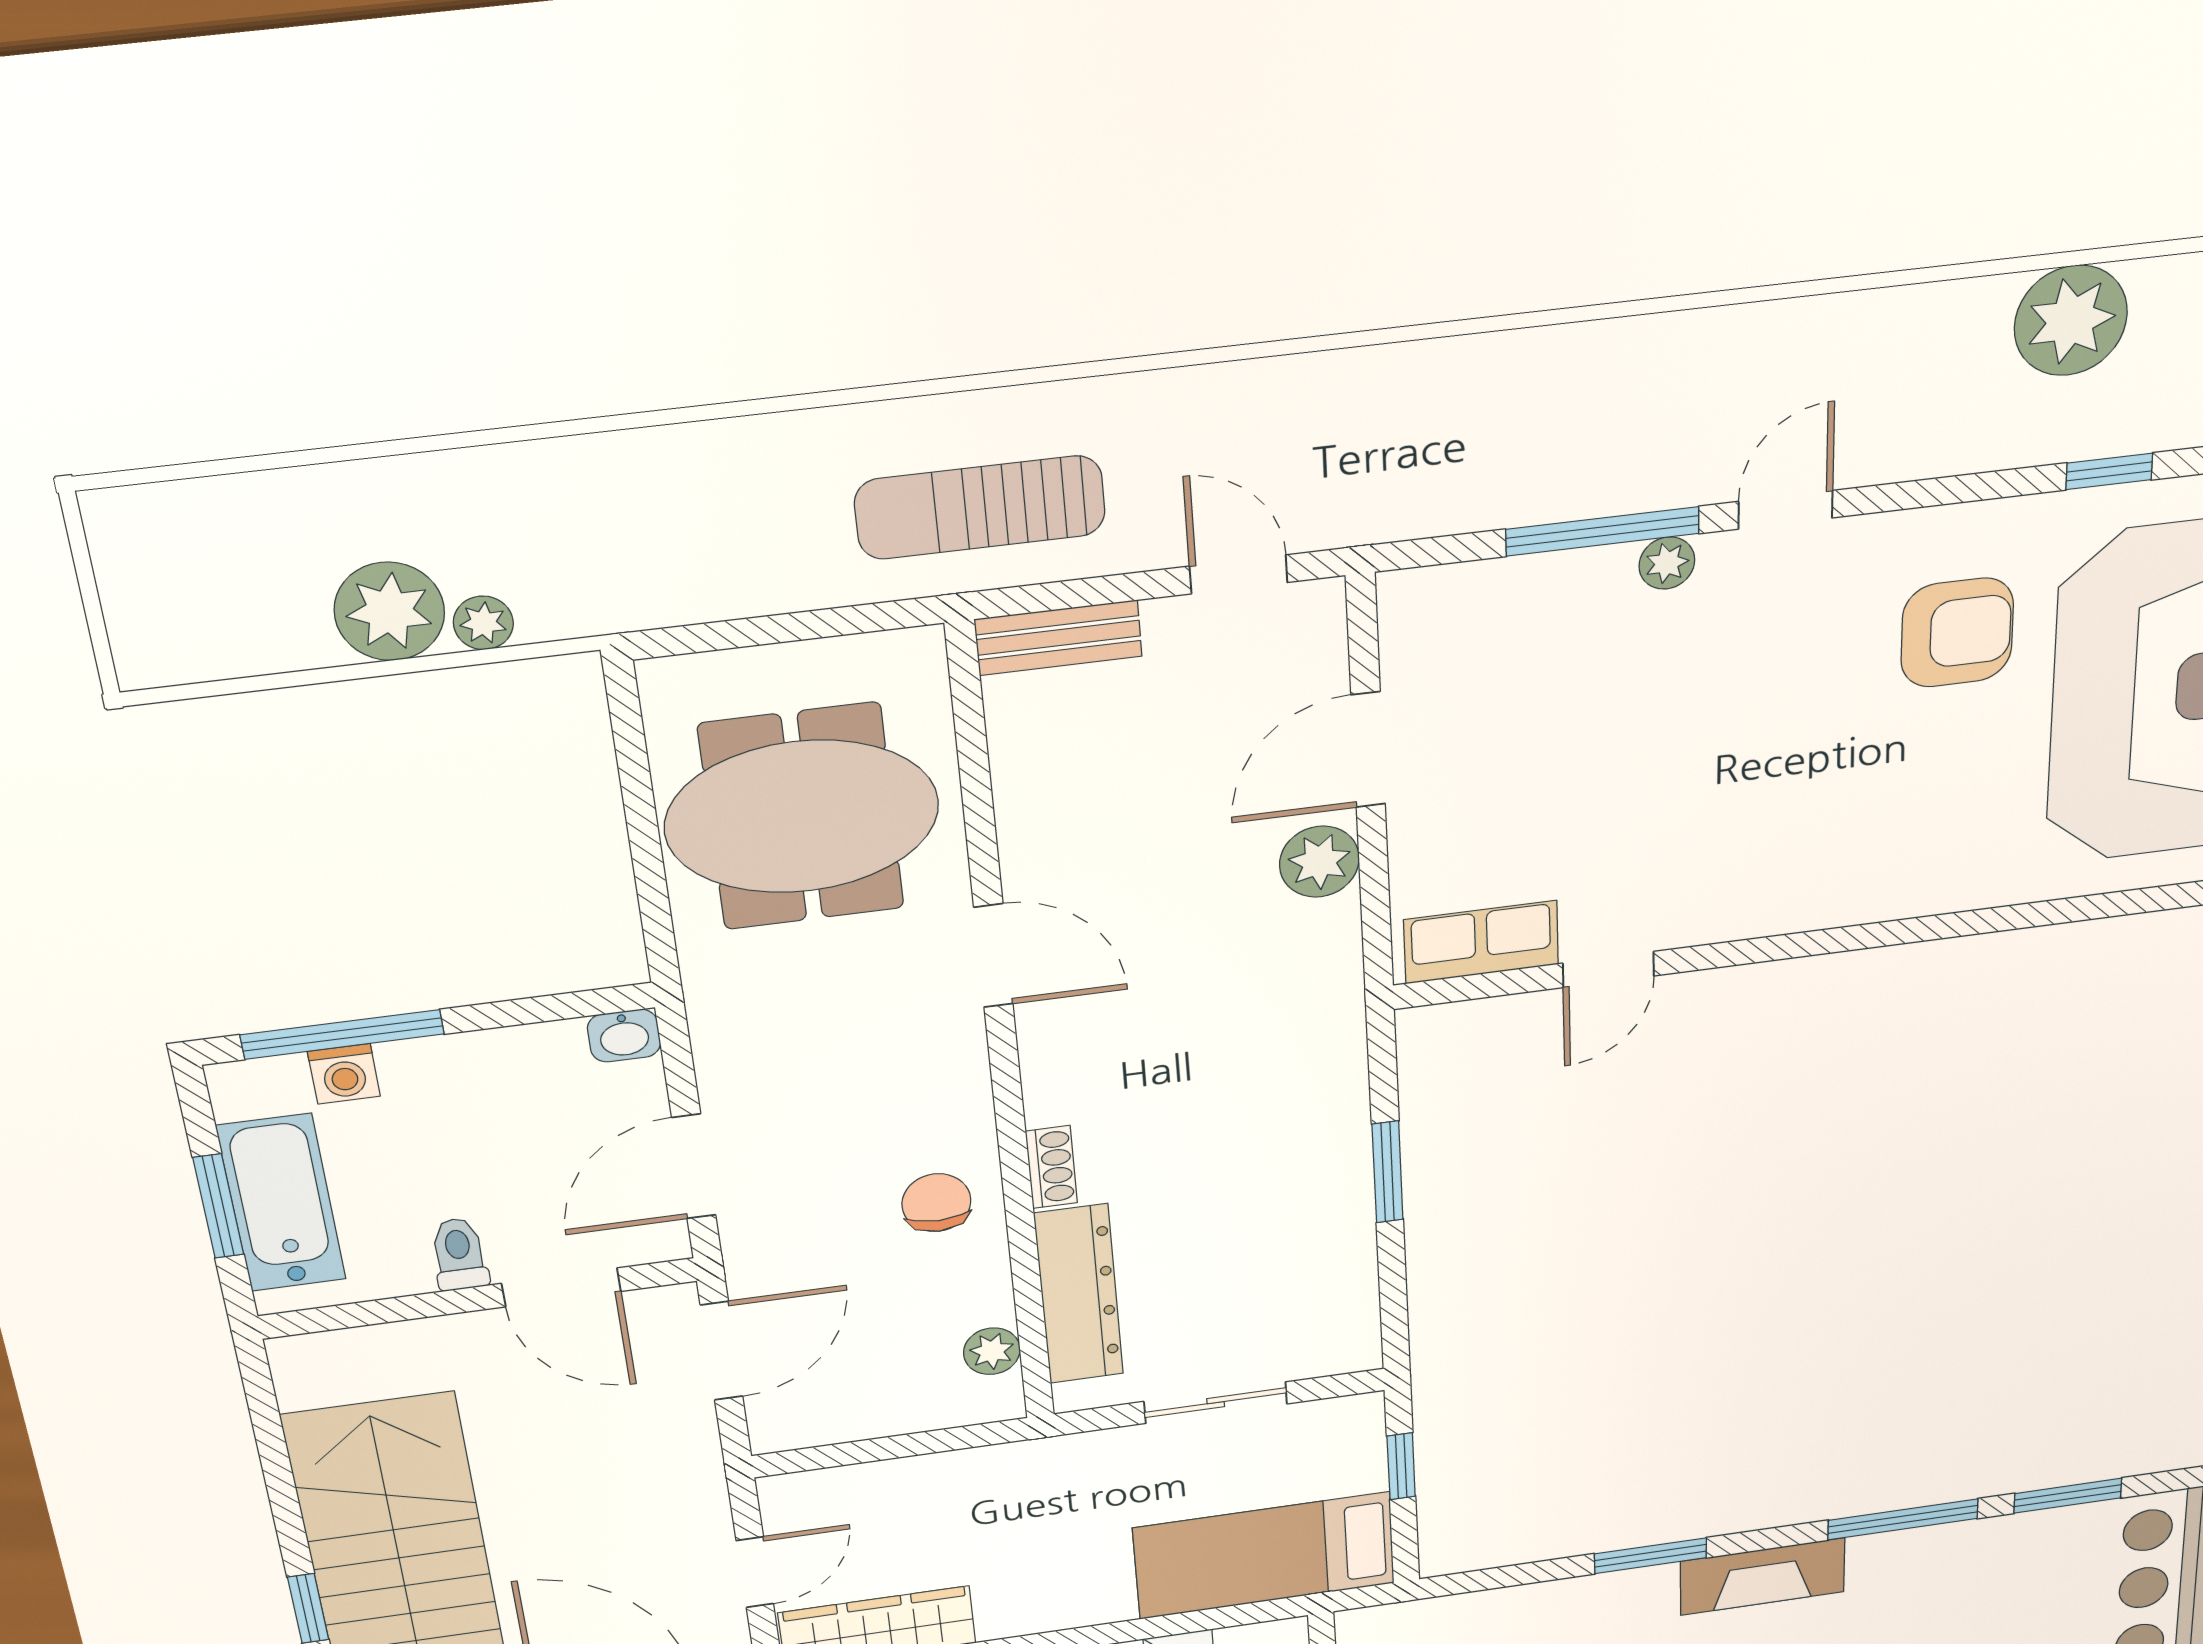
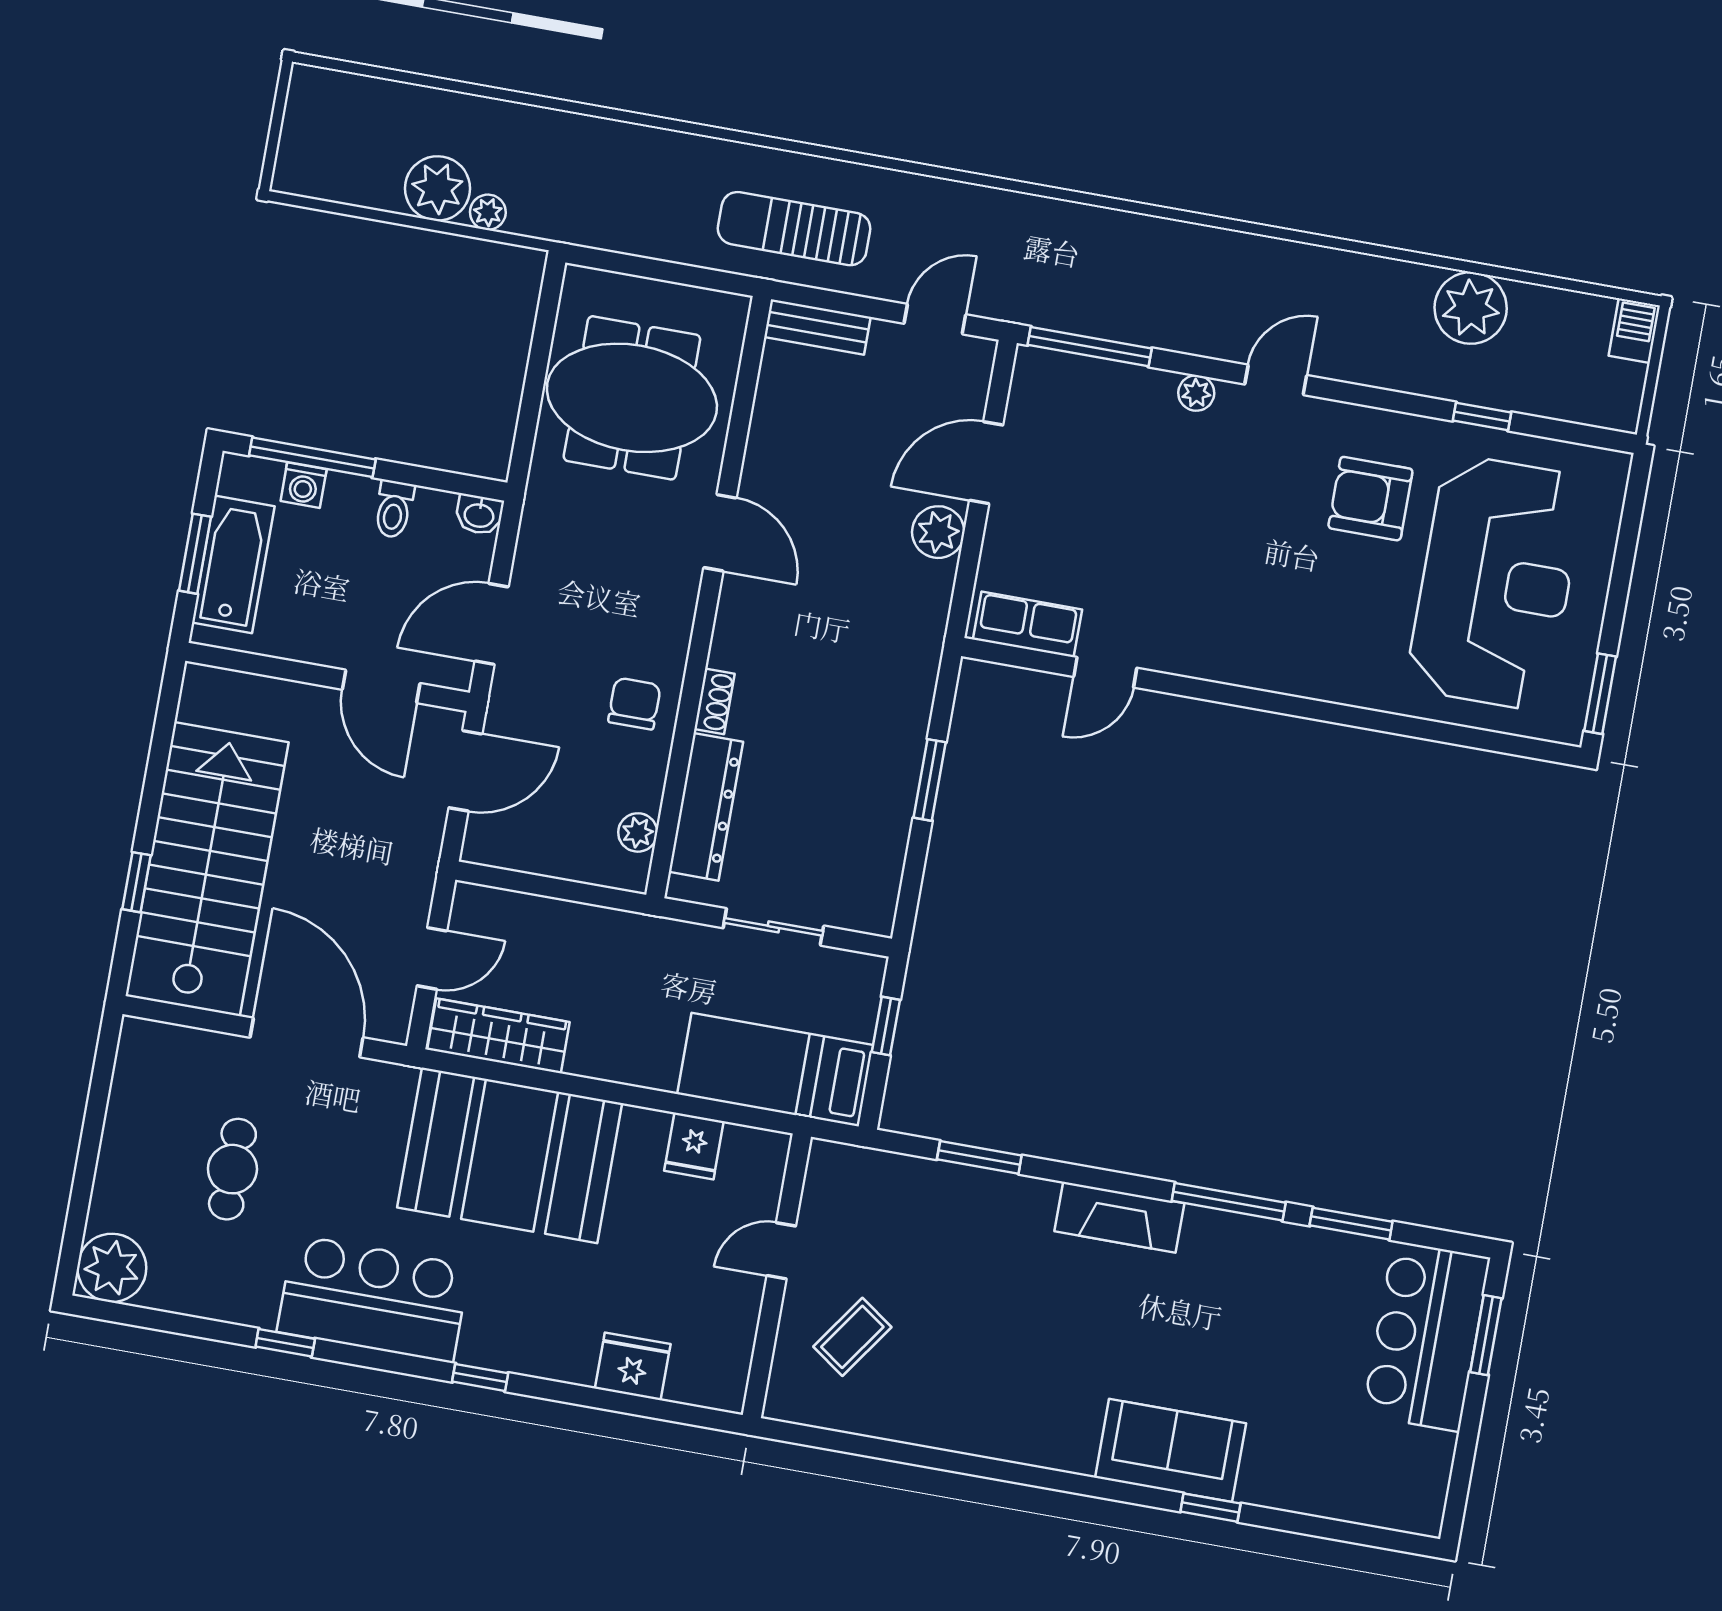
window: (1602, 531) -> (1090, 347), moved
door: (1239, 574) -> (935, 319), hinge flipped
armchair: (1957, 633) -> (1370, 499), turned 180
toilet: (459, 1254) -> (394, 509), moved, turned 180
window: (1651, 1556) -> (979, 1157), moved

